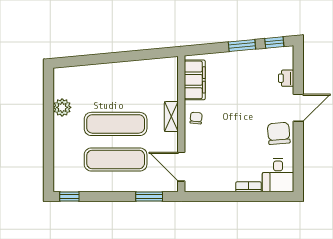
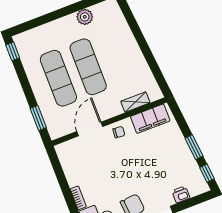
shelving: (171, 117) -> (135, 102), moved
door: (181, 167) -> (90, 129), moved

